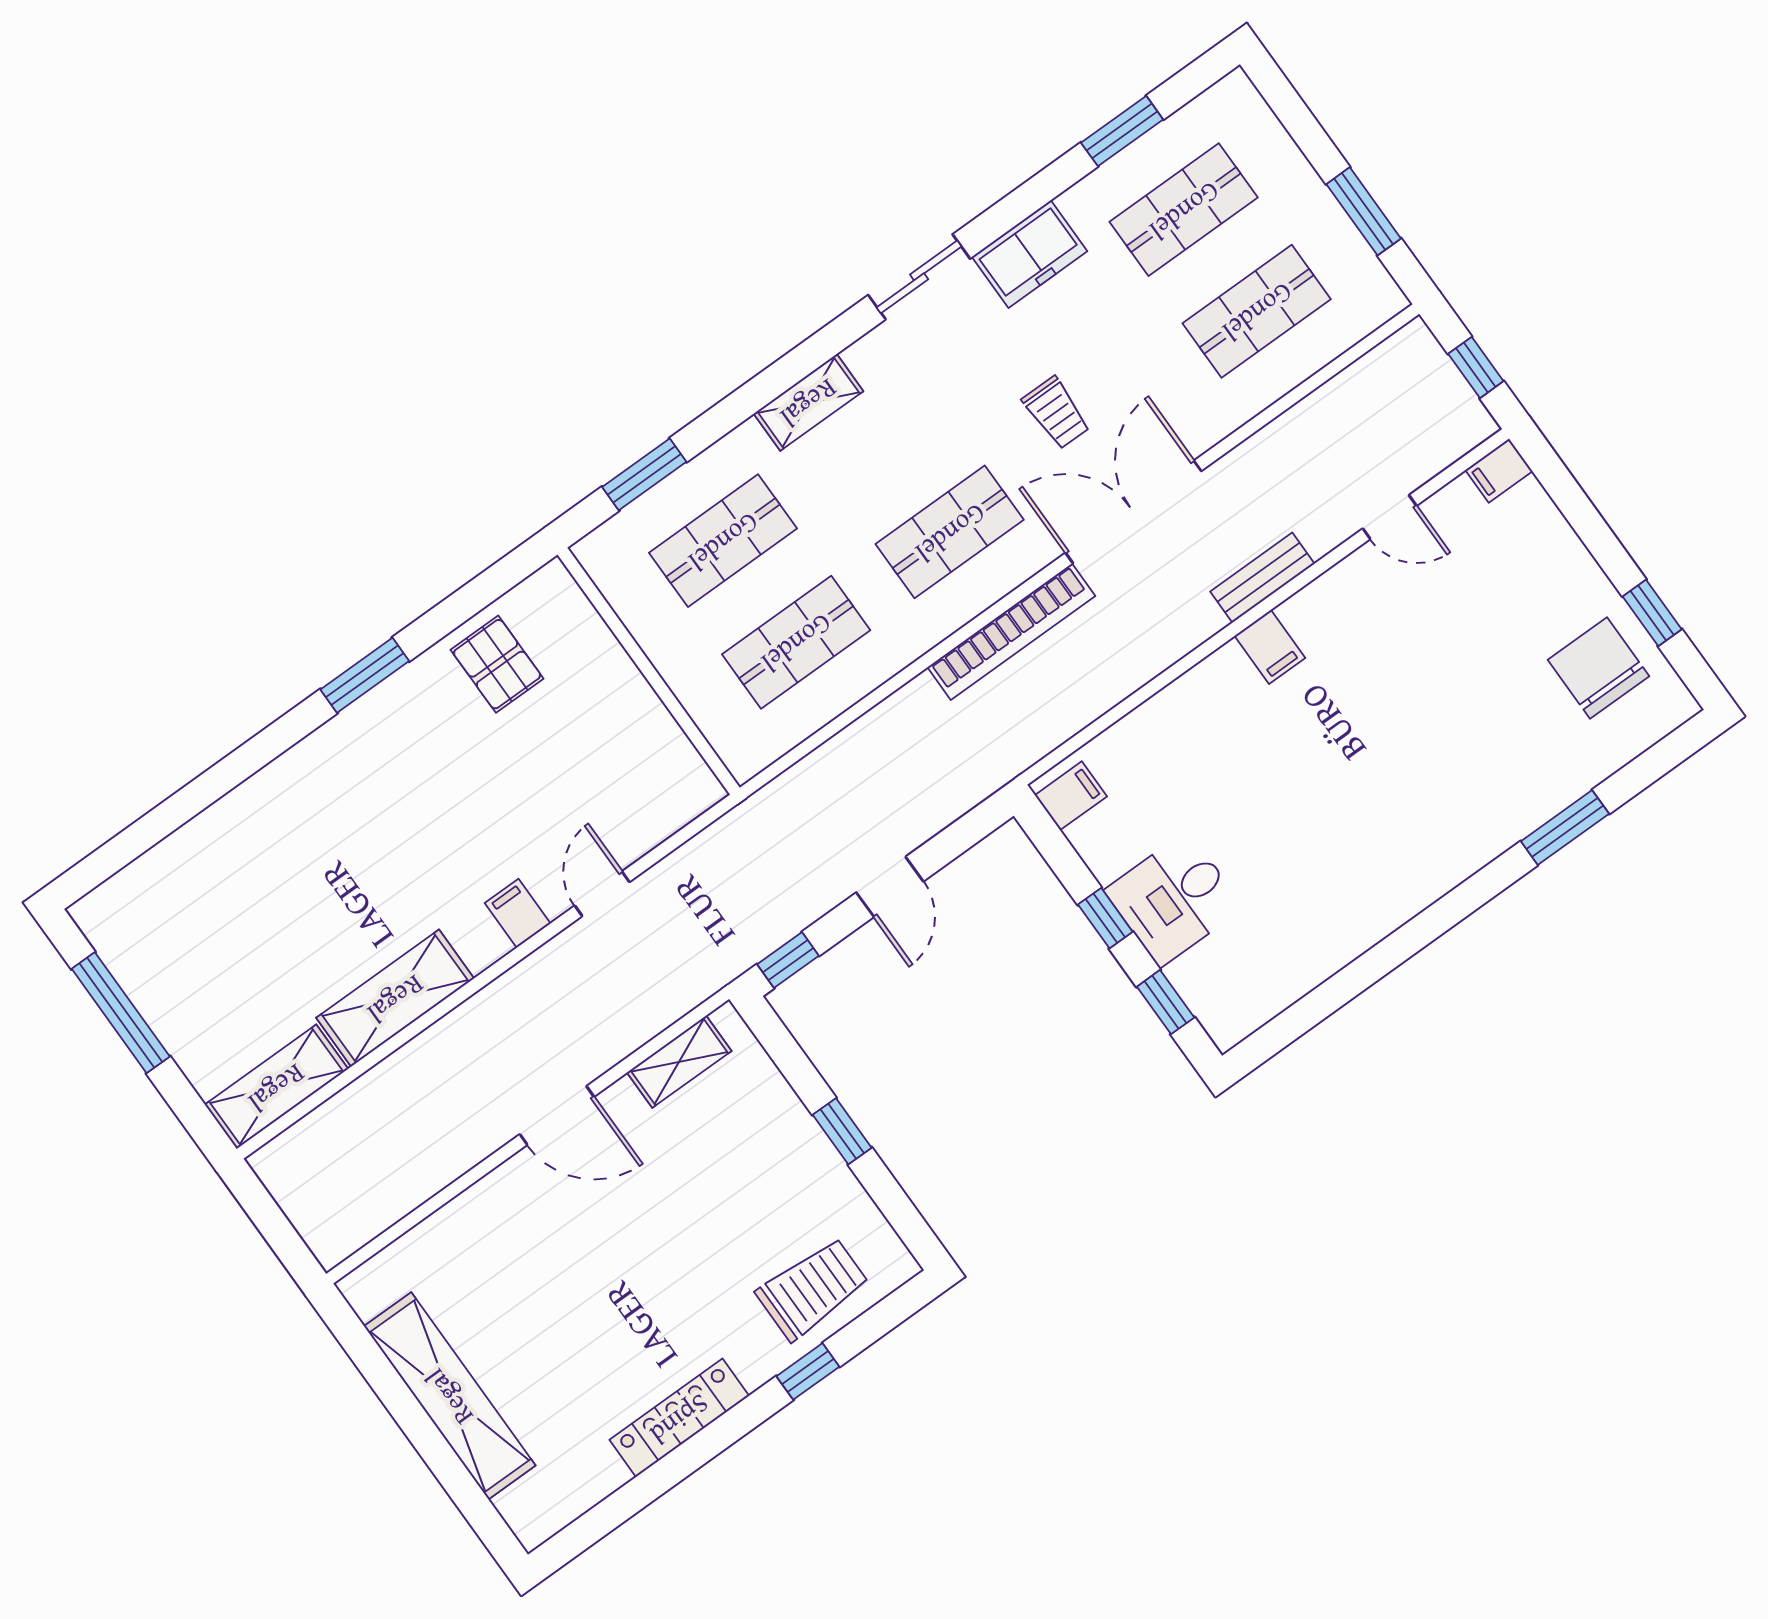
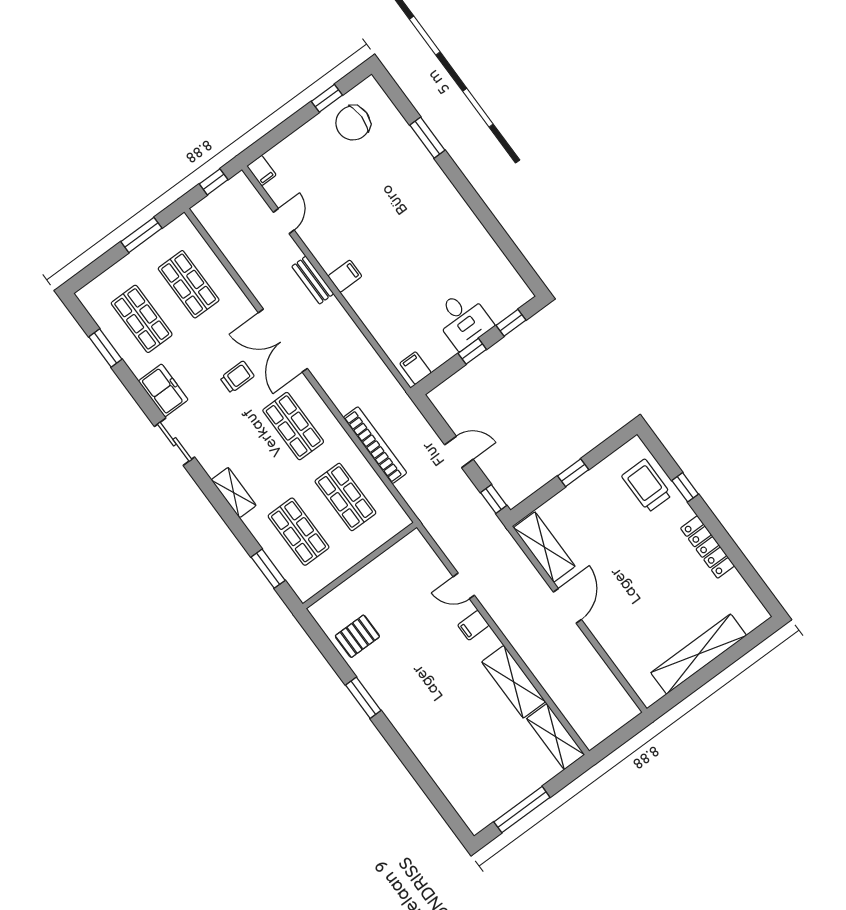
bookcase: (1011, 632) -> (375, 445), moved
shelving: (679, 1062) -> (544, 547), width x1.50, depth x1.33

